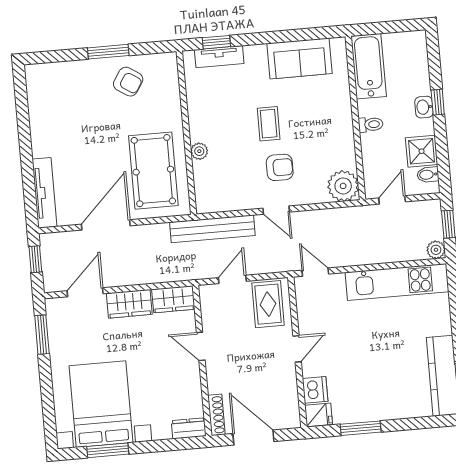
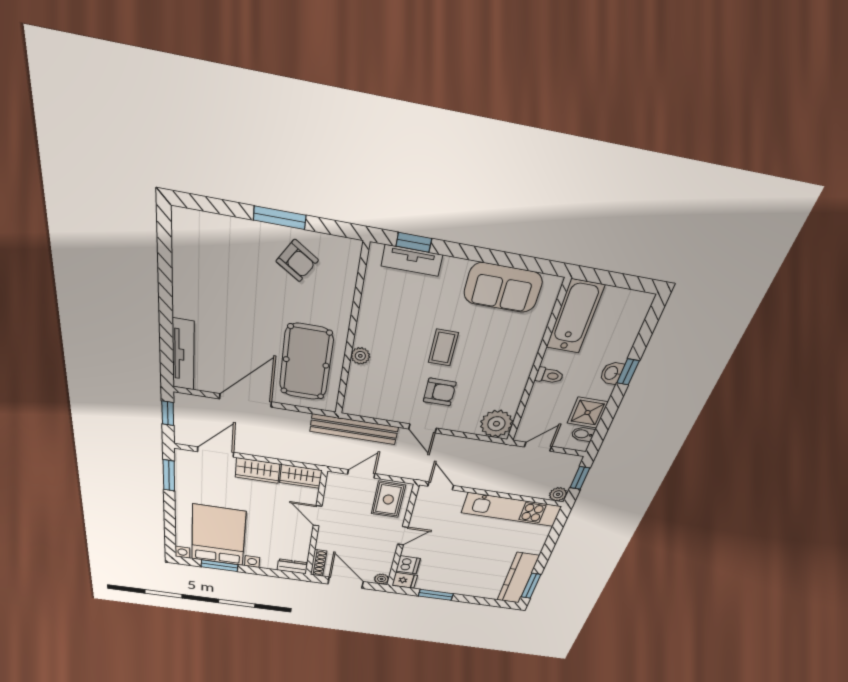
plant: (292, 420) -> (381, 579), added

